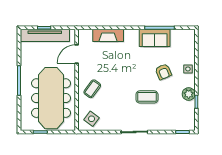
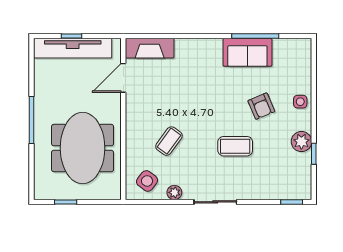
fireplace: (108, 35) -> (150, 48), moved
coffee table: (92, 89) -> (169, 141), moved
meeting table: (51, 98) -> (83, 148), width x0.73
plant: (109, 126) -> (174, 192), added

